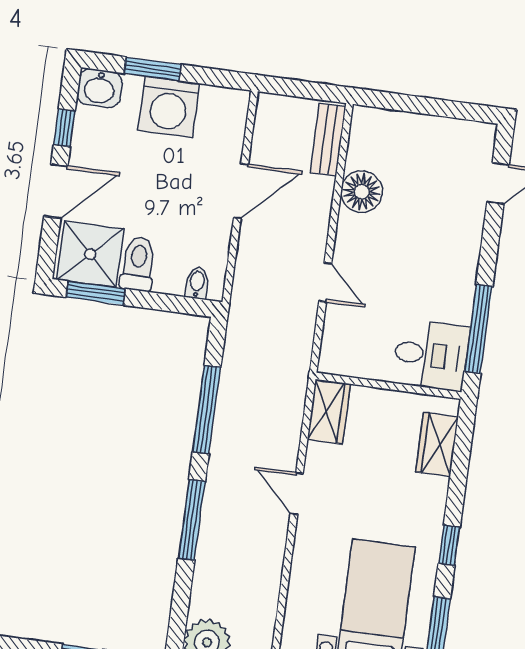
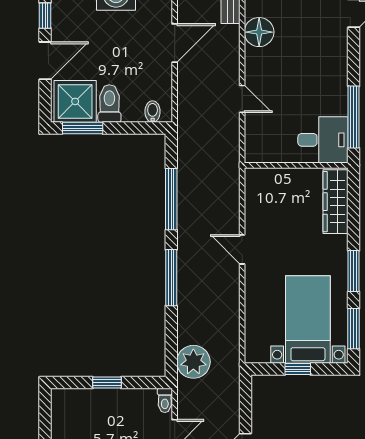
wardrobe: (329, 412) -> (257, 189), removed
wardrobe: (437, 444) -> (336, 202), width x1.50
window: (449, 545) -> (354, 271), width x1.50

